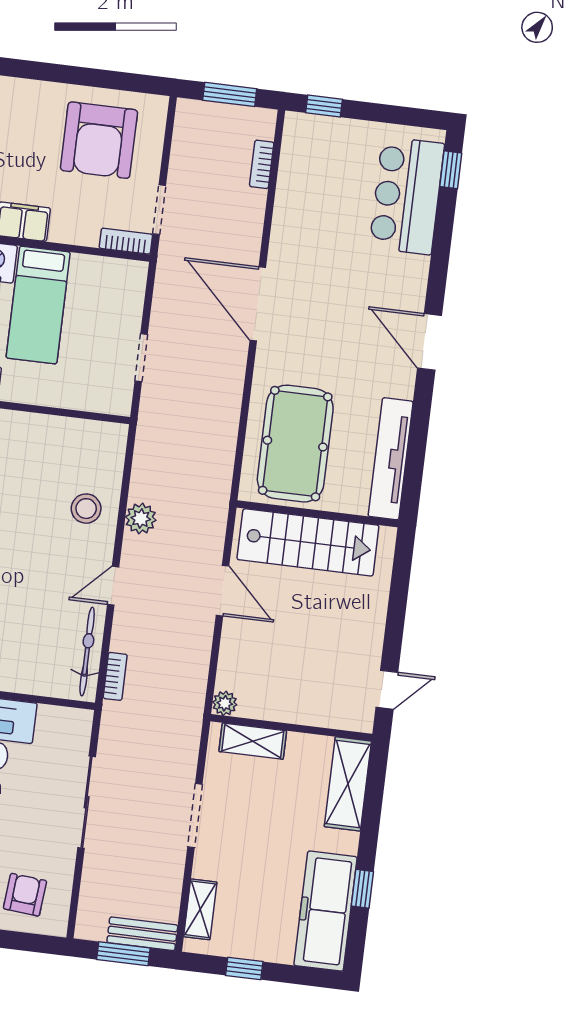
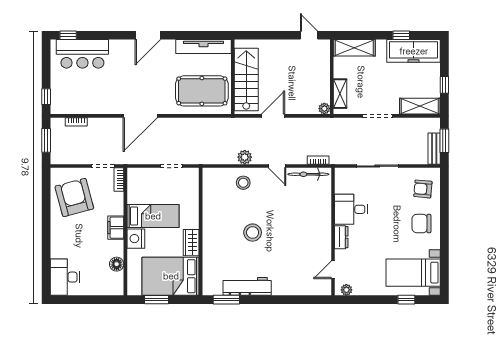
armchair: (99, 140) -> (74, 197), turned -105
shelving: (200, 909) -> (420, 106), width x1.50, depth x1.33
bench: (142, 934) -> (434, 149), moved

